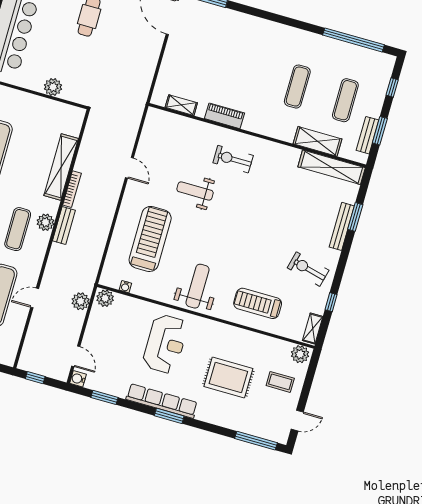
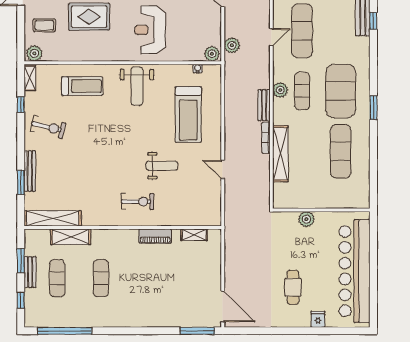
bench: (367, 135) -> (30, 272), moved
plant: (46, 222) -> (280, 90), moved

